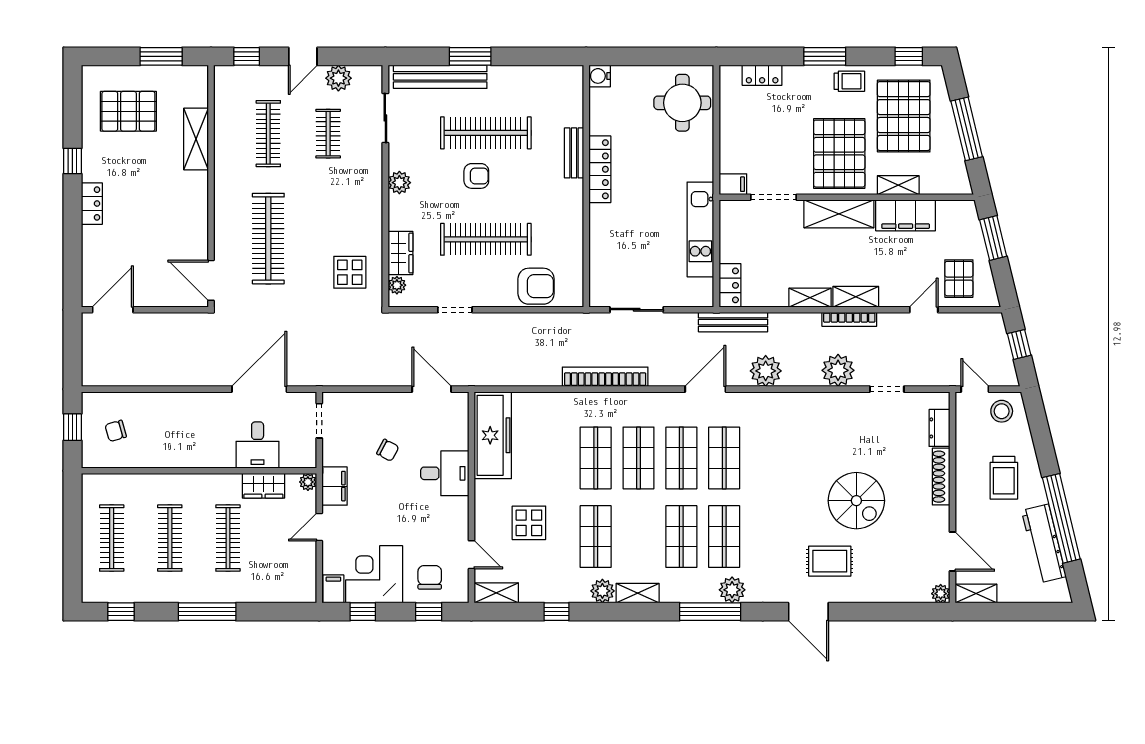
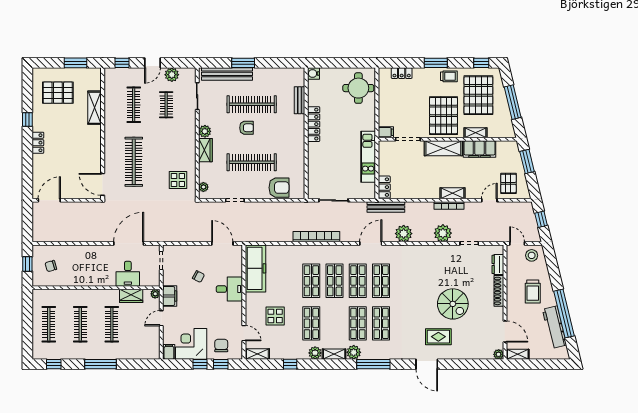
bench: (574, 153) -> (300, 100), moved
wardrobe: (400, 253) -> (205, 150), moved
shelving: (810, 298) -> (428, 194), removed
plant: (732, 590) -> (354, 352), moved
window: (363, 612) -> (200, 364), moved

